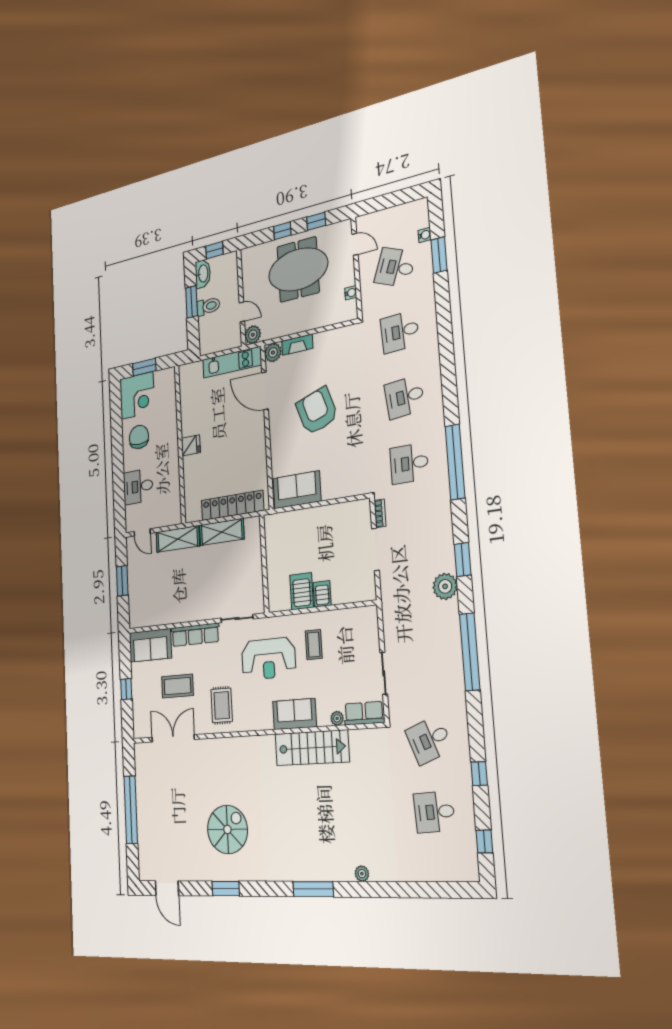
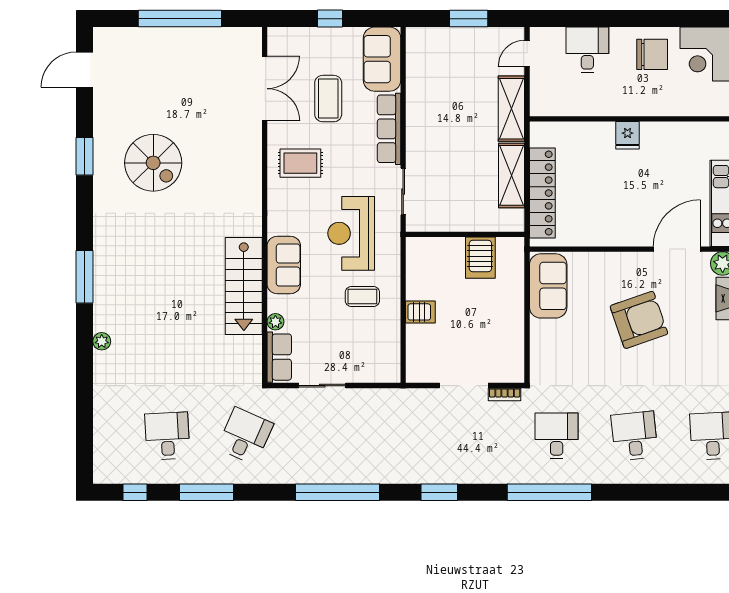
plant: (445, 586) -> (412, 469), removed
server rack: (302, 591) -> (480, 258), moved, turned 90
desk: (429, 740) -> (245, 436), turned 45
window: (479, 774) -> (207, 492), width x2.17

